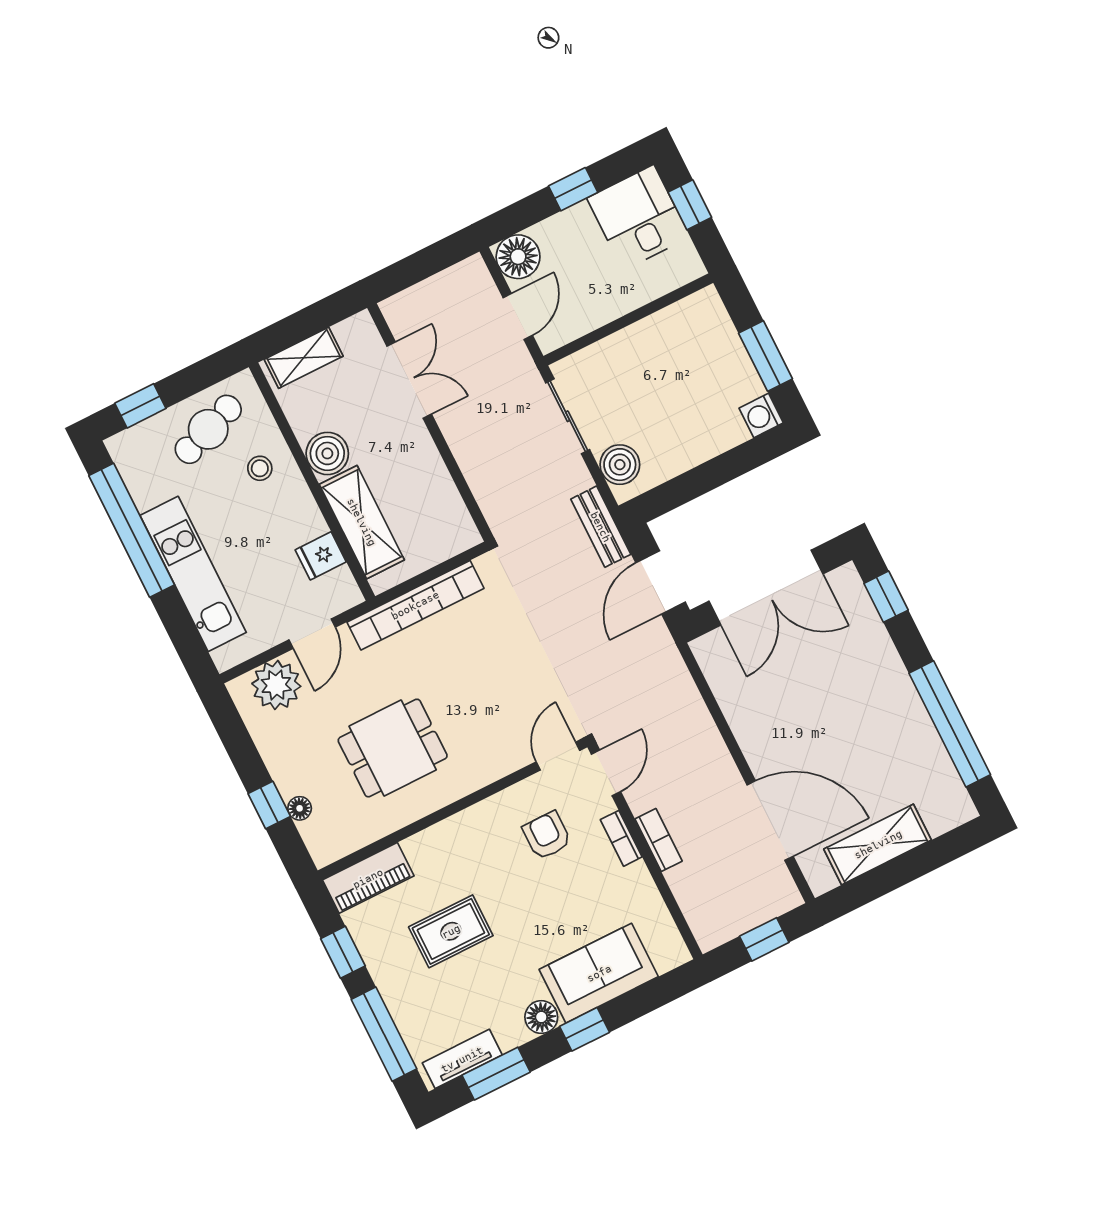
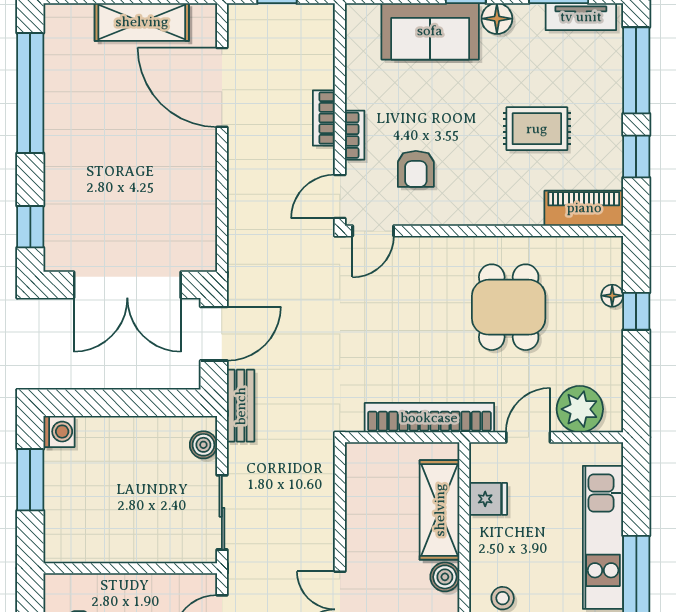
boiler: (327, 453) -> (445, 577), width x0.73, depth x0.73
boiler: (620, 465) -> (203, 445), width x0.73, depth x0.73
double door: (766, 588) -> (127, 285), swing flipped
dining table: (393, 748) -> (509, 307), turned 90

